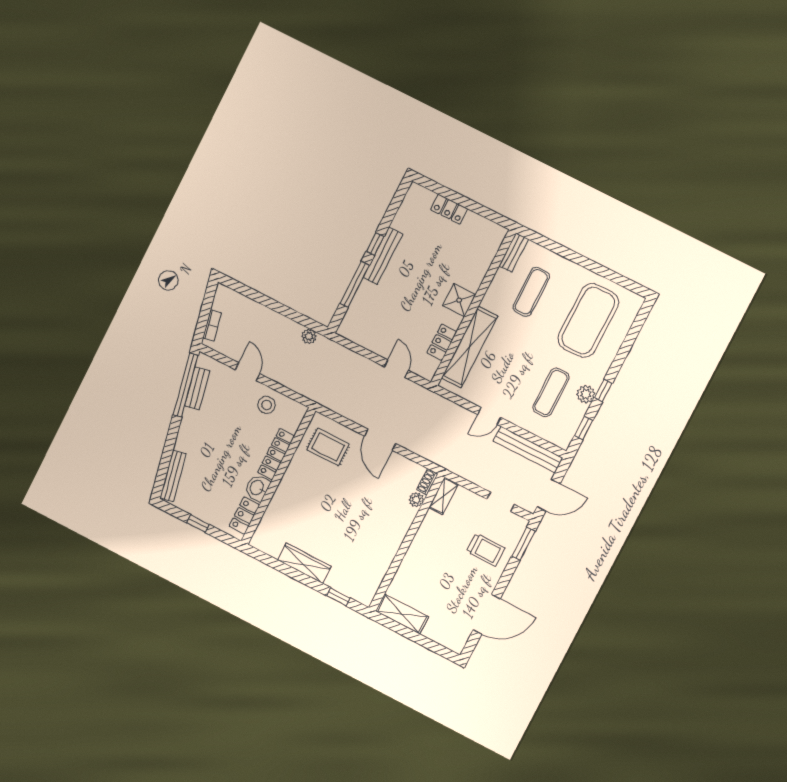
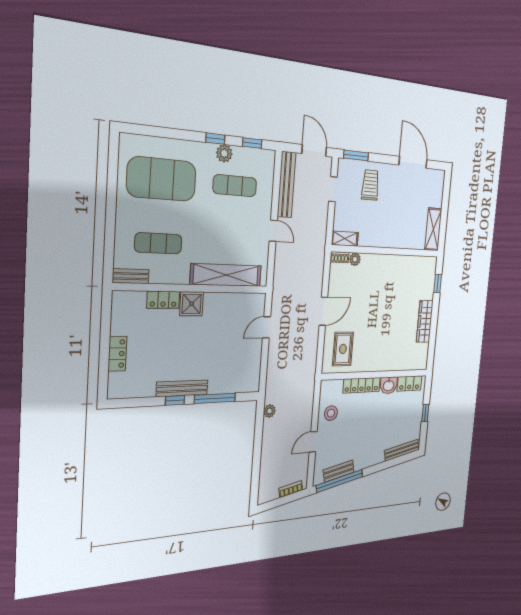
locker: (442, 342) -> (163, 300), moved

